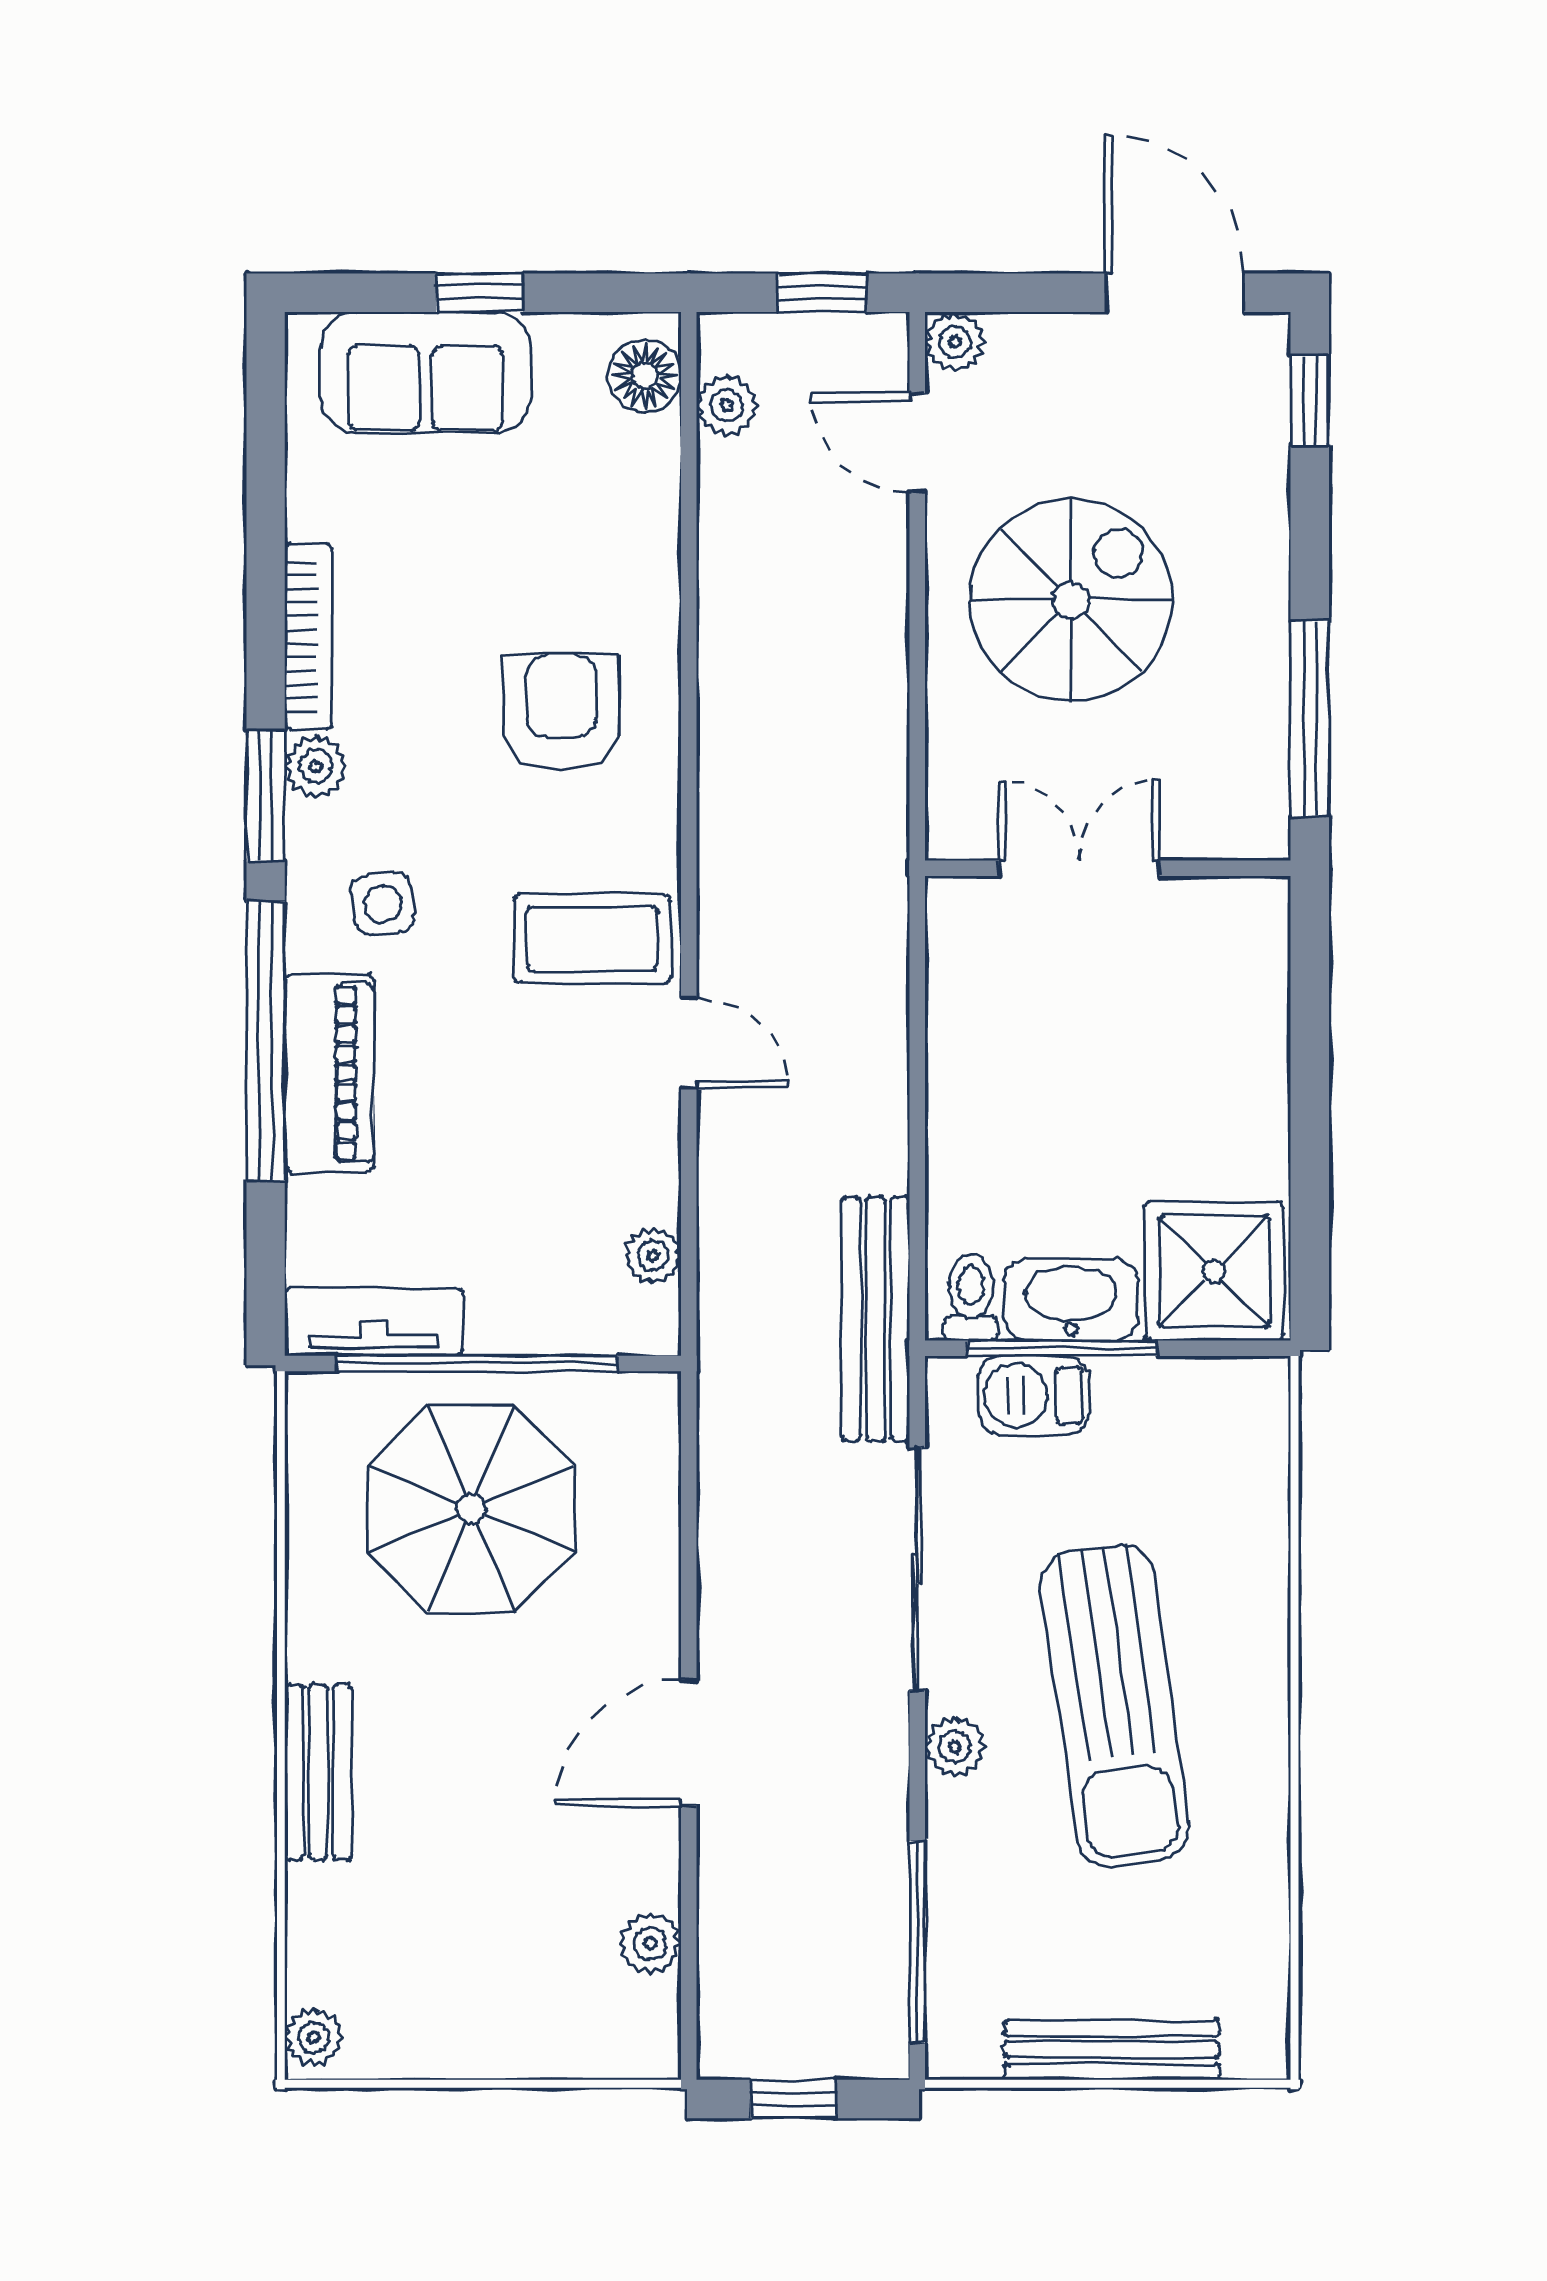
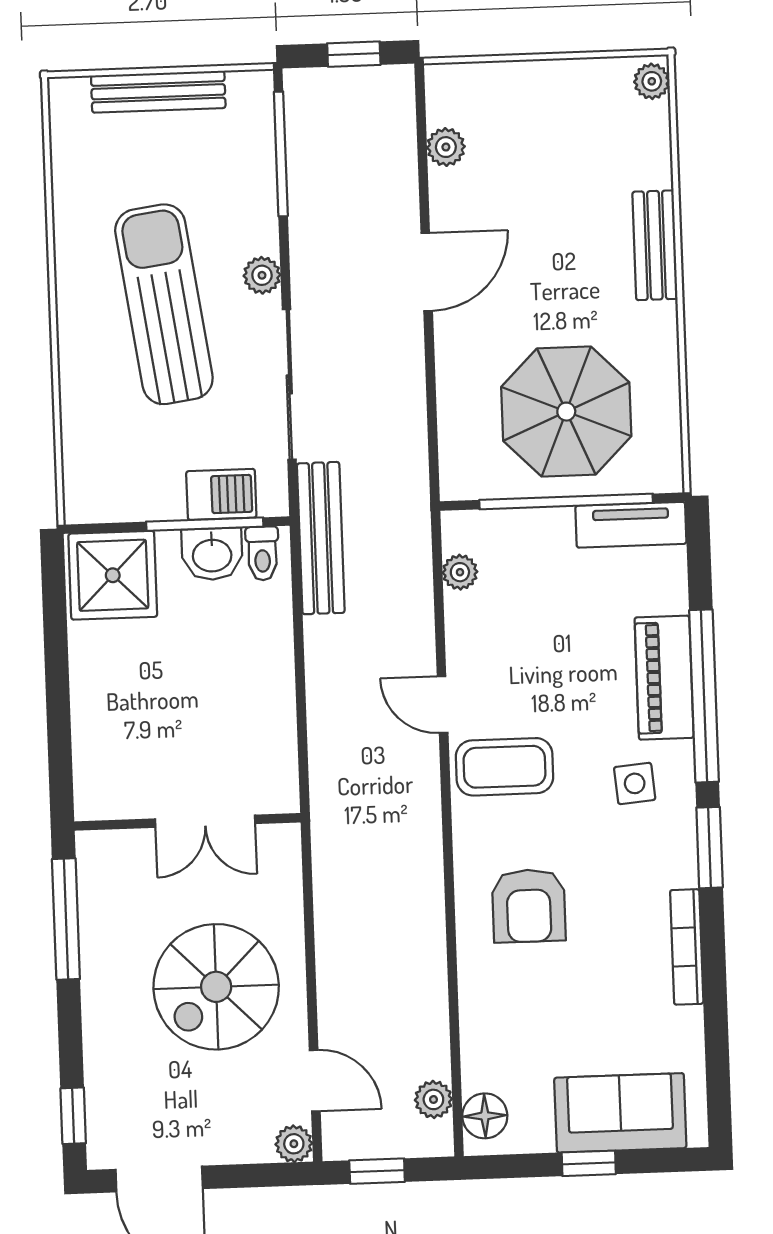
plant: (316, 766) -> (679, 867), removed
washbasin: (1071, 1300) -> (212, 554), width x0.72

